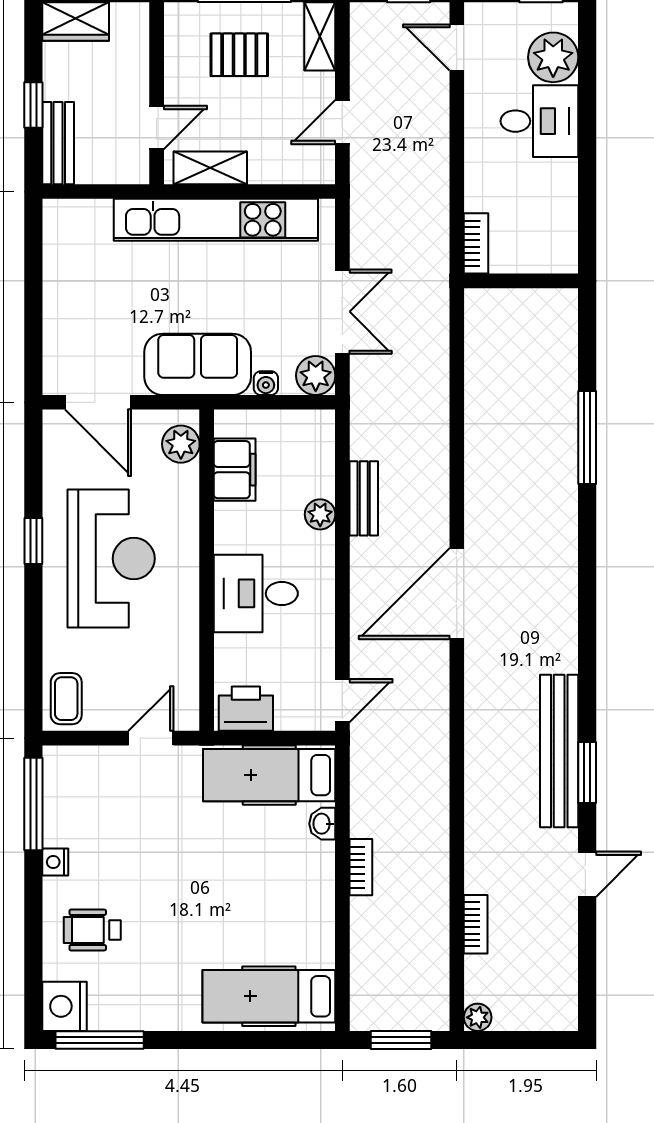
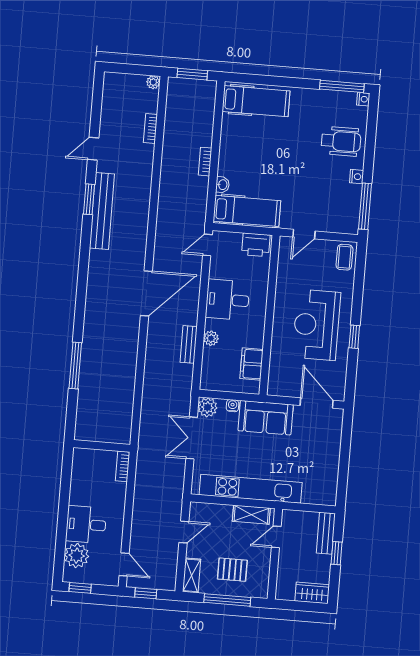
plant: (181, 444) -> (277, 379), removed
desk: (256, 593) -> (228, 300), moved, turned 180
wheelchair: (92, 930) -> (341, 141), width x1.36, depth x1.37
nightstand: (64, 1006) -> (363, 99), width x0.53, depth x0.56

